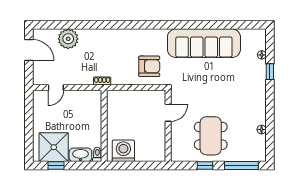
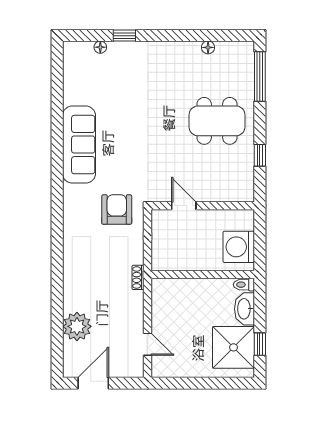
sofa: (204, 43) -> (79, 145), width x0.74, depth x0.79
door: (168, 113) -> (184, 206), moved
wall: (168, 126) -> (203, 206), moved
window: (205, 165) -> (260, 155), moved

